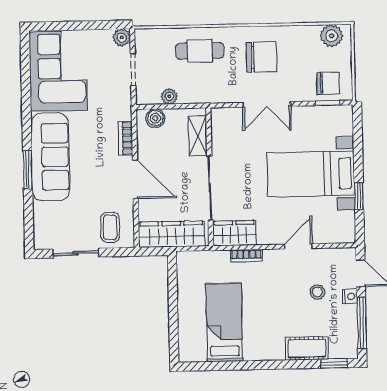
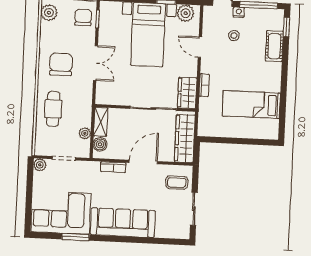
shelving: (198, 136) -> (101, 122), moved, turned 90
window: (28, 169) -> (75, 237), moved
plant: (344, 224) -> (186, 13), added

